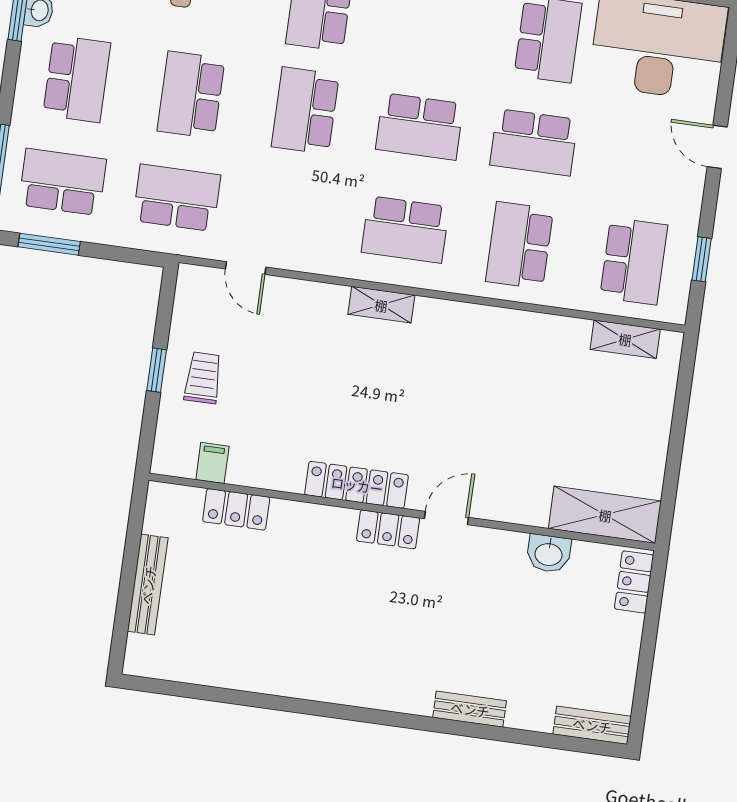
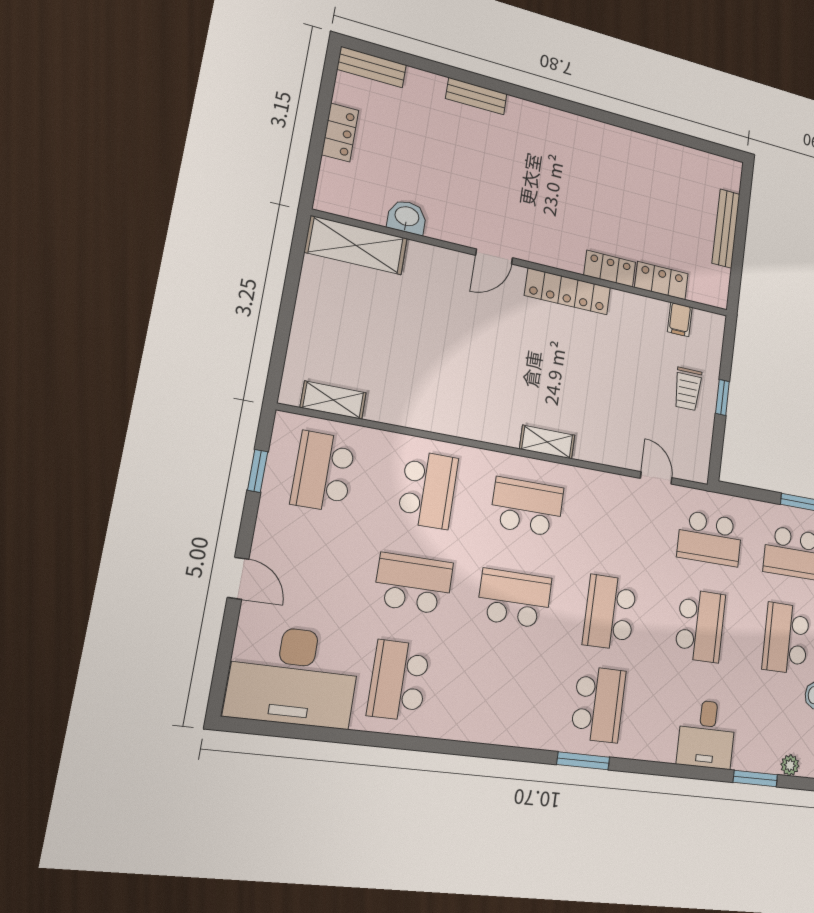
school desk: (305, 111) -> (610, 612), turned 180
locker: (388, 529) -> (610, 269), moved
locker: (634, 582) -> (340, 133), moved

